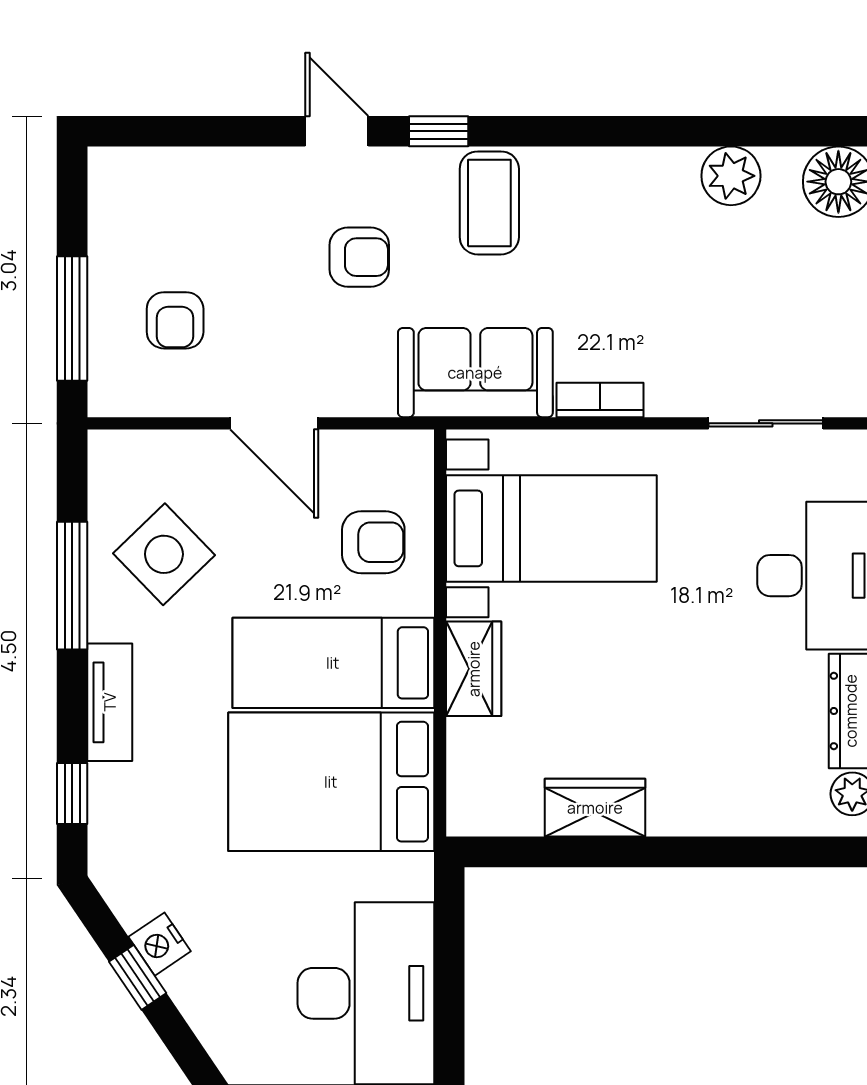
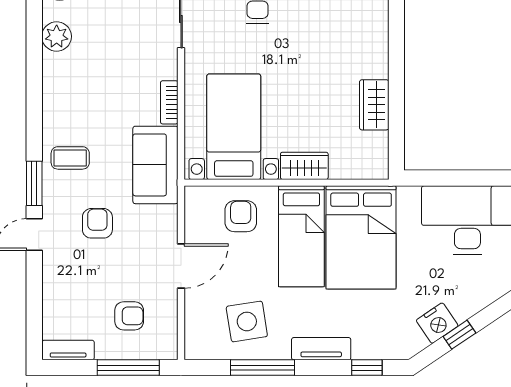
window: (439, 131) -> (34, 183), width x1.50
tv unit: (107, 199) -> (68, 350), added
coffee table: (489, 203) -> (70, 158), width x0.73, depth x0.77
side table: (164, 554) -> (247, 321), turned 35
nightstand: (160, 944) -> (437, 323), width x1.36, depth x1.33

